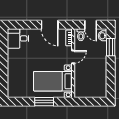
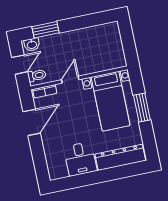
desk: (18, 38) -> (80, 159), moved
door: (73, 57) -> (70, 80), hinge flipped
dresser: (13, 80) -> (120, 157), added

